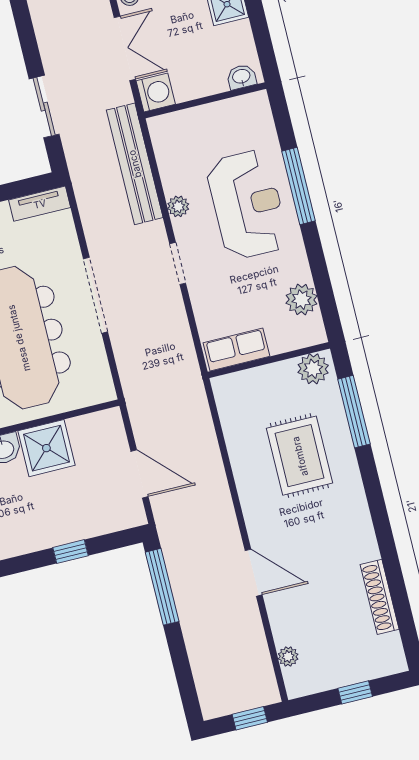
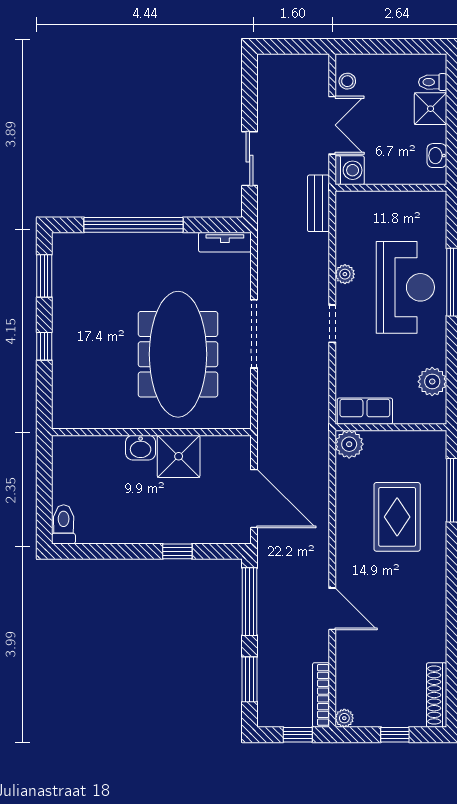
washbasin: (241, 77) -> (437, 156), moved, turned -90
bench: (135, 164) -> (318, 203), width x0.54, depth x0.82
plant: (313, 369) -> (349, 444), moved
door: (139, 474) -> (254, 499), width x1.36
shoe rack: (380, 597) -> (437, 695), moved
plant: (288, 657) -> (344, 718), moved
bookcase: (264, 669) -> (321, 695), added
window: (183, 671) -> (250, 679), added

